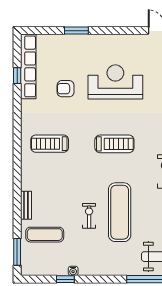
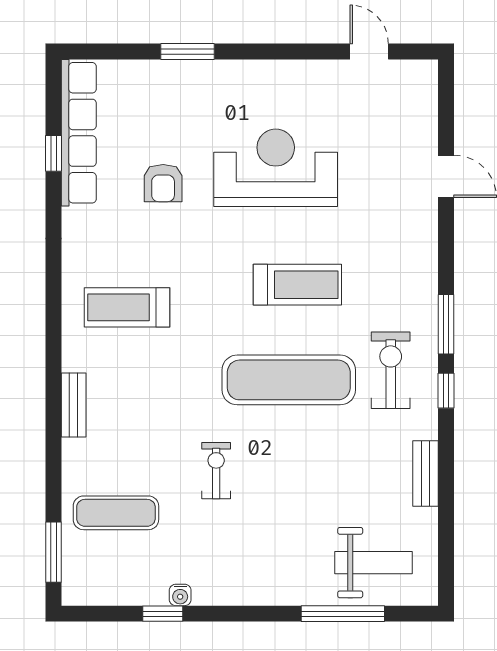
armchair: (66, 89) -> (163, 183), turned -90
treadmill: (114, 144) -> (297, 285), moved
bench: (26, 205) -> (74, 405), moved
exercise mat: (120, 212) -> (289, 380), moved, turned 90

